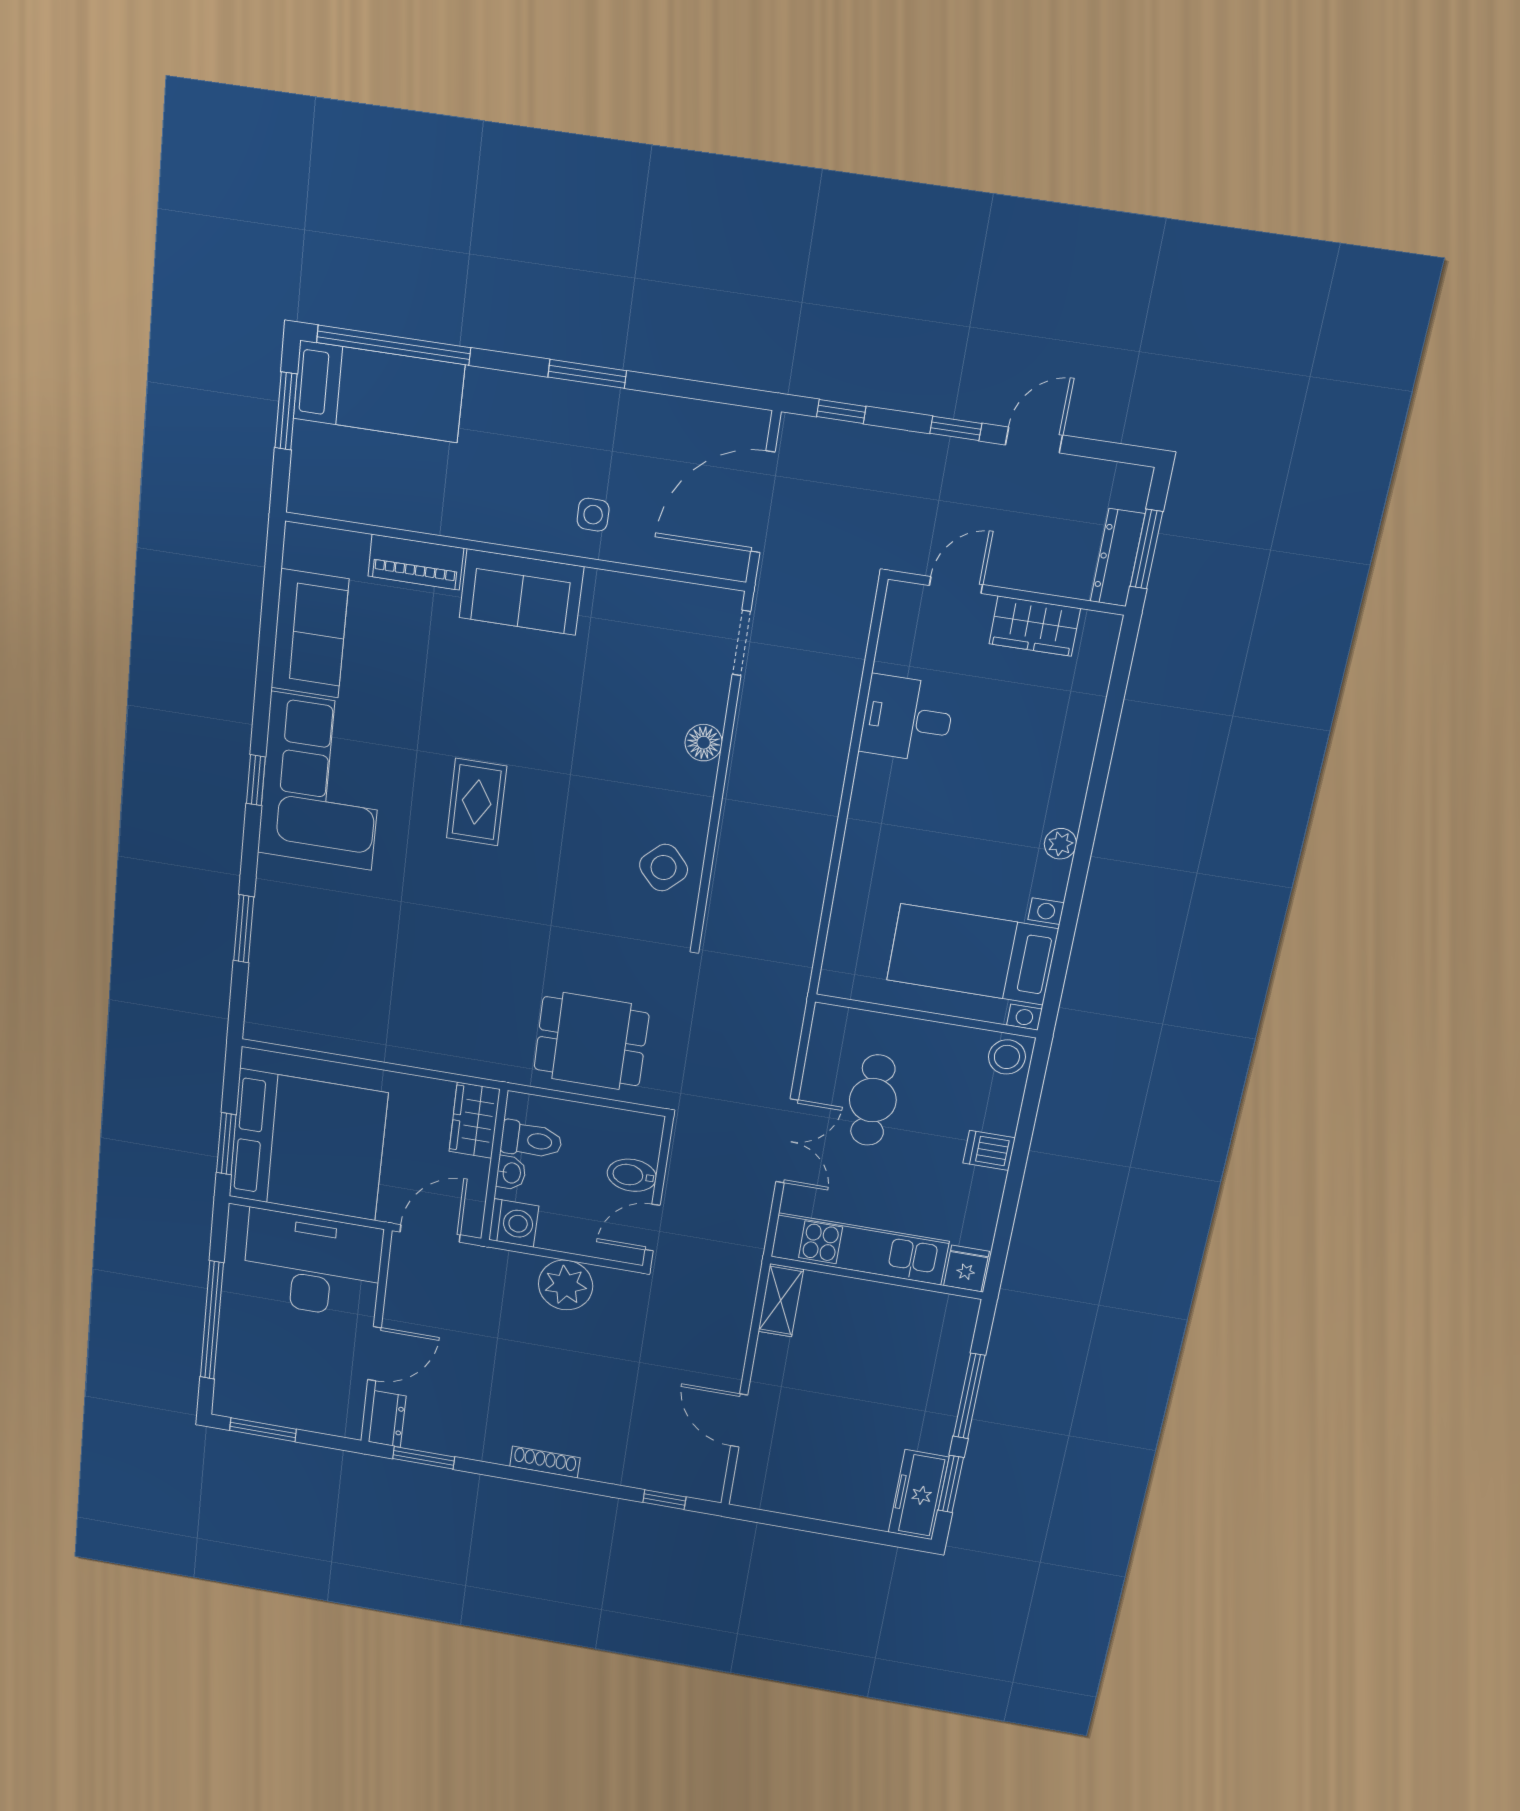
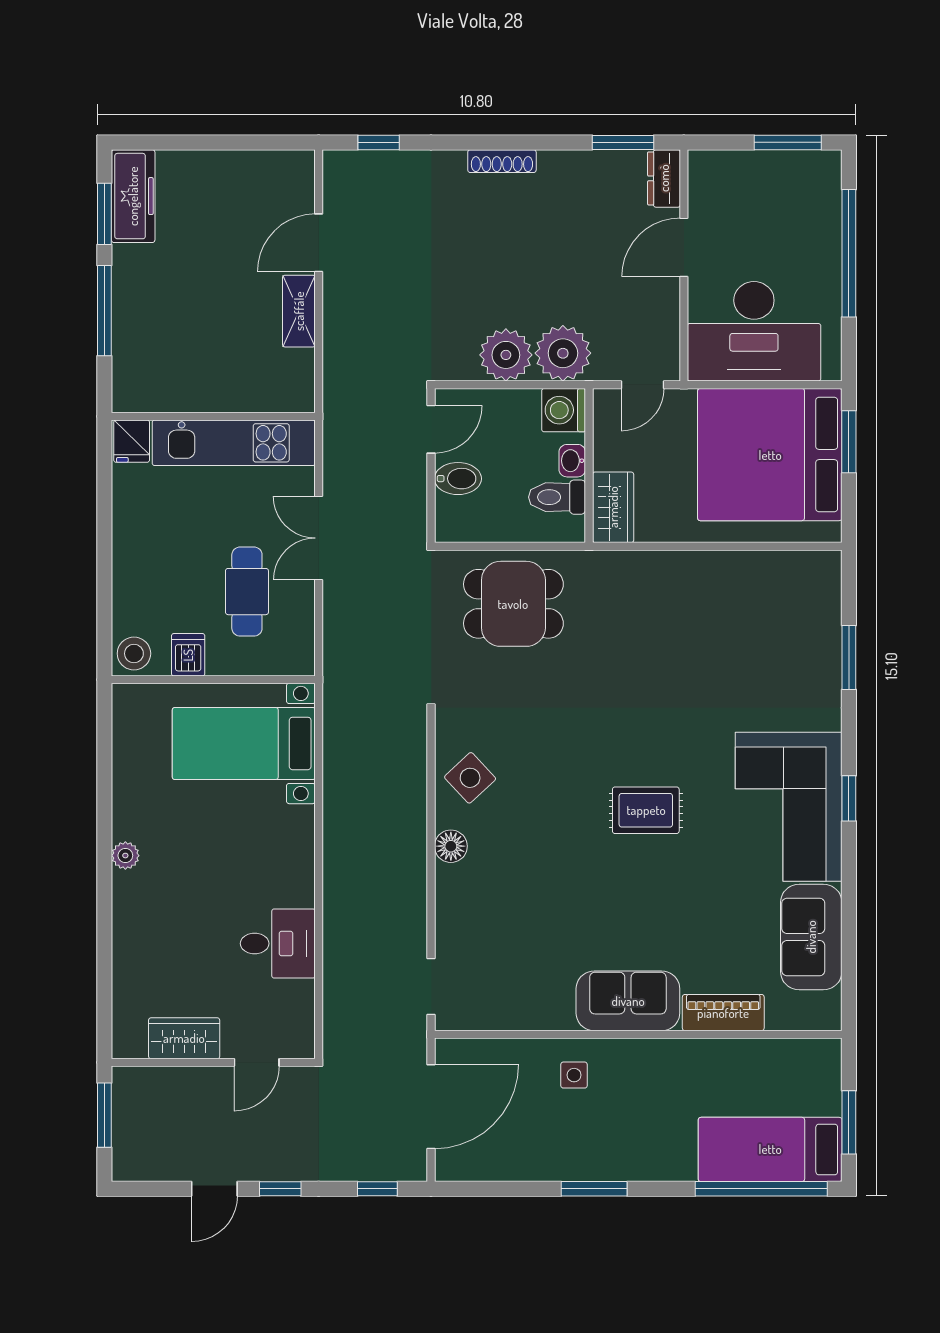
dresser: (1118, 558) -> (127, 1105), removed
floor lamp: (704, 743) -> (451, 846), moved
rug: (477, 802) -> (646, 810), turned 90
bed with nightstands: (972, 954) -> (244, 743), moved, turned 180
dishwasher: (989, 1150) -> (188, 655), moved, turned -90
door: (430, 1233) -> (643, 385), width x0.73
plant: (507, 1277) -> (563, 353), added
shelving: (781, 1300) -> (299, 311), moved
door: (739, 1421) -> (319, 243), swing flipped

